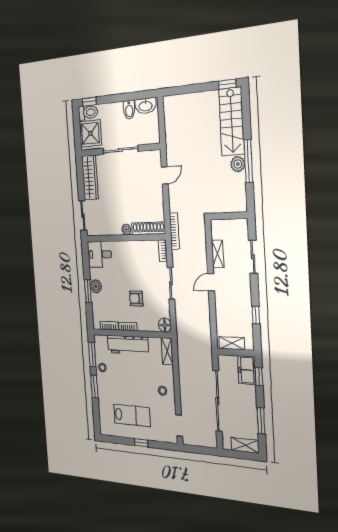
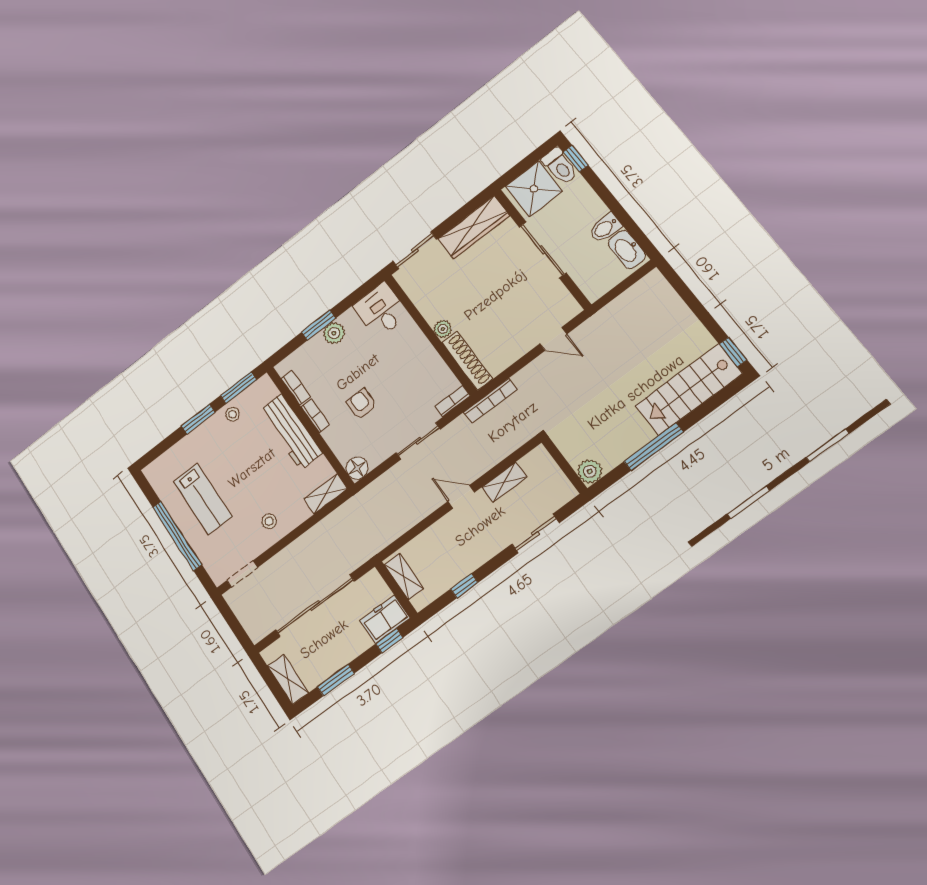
plant: (238, 164) -> (590, 471), moved
window: (141, 443) -> (177, 536), width x3.17

